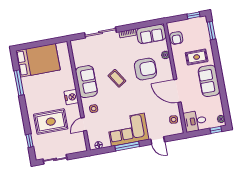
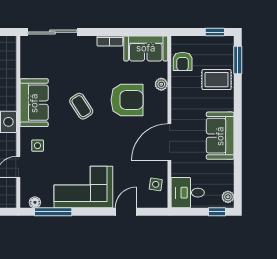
sliding door: (100, 32) -> (52, 32), moved
rug: (197, 57) -> (217, 80), moved
door: (177, 91) -> (169, 142), hinge flipped
door: (158, 140) -> (126, 212), swing flipped
window: (127, 146) -> (53, 212), moved

